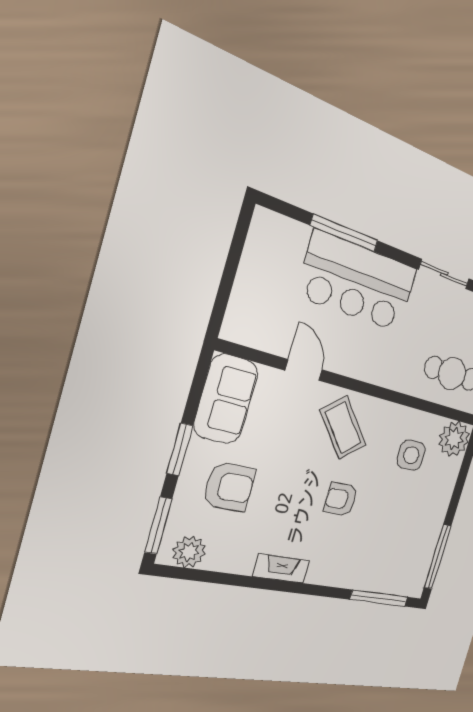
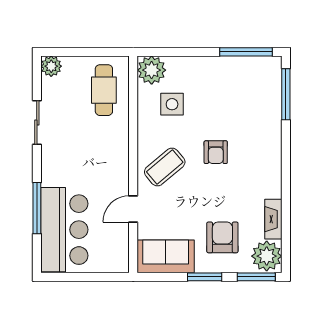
bar counter: (358, 282) -> (64, 230), moved
plant: (189, 552) -> (267, 256), width x1.36, depth x1.36
fireplace: (281, 569) -> (273, 219), moved

